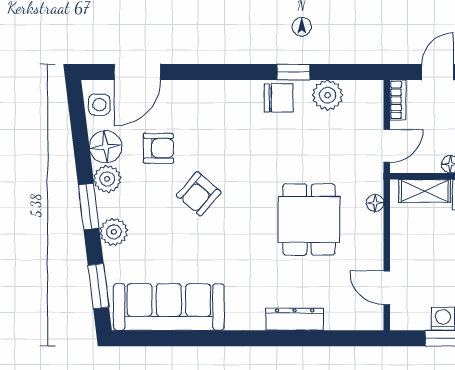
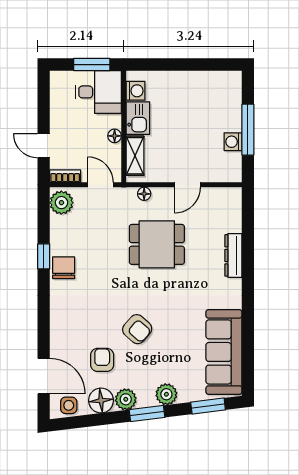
plant: (327, 95) -> (61, 203), moved
door: (387, 288) -> (187, 185), moved

